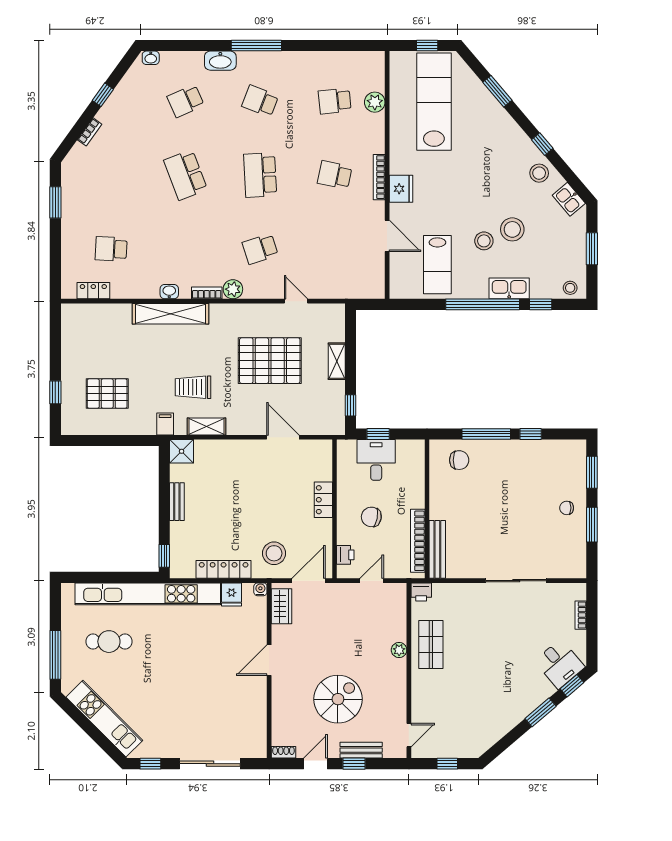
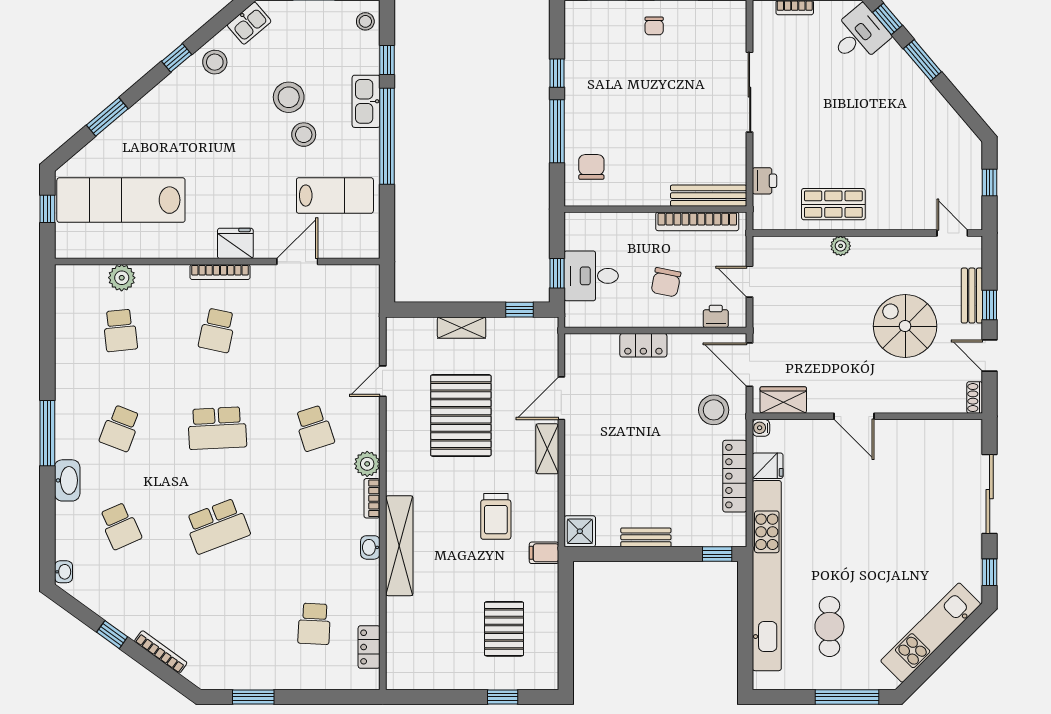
bookcase: (90, 132) -> (161, 652), width x1.56
shelving: (206, 426) -> (547, 449), moved
printer: (421, 592) -> (764, 181), moved

